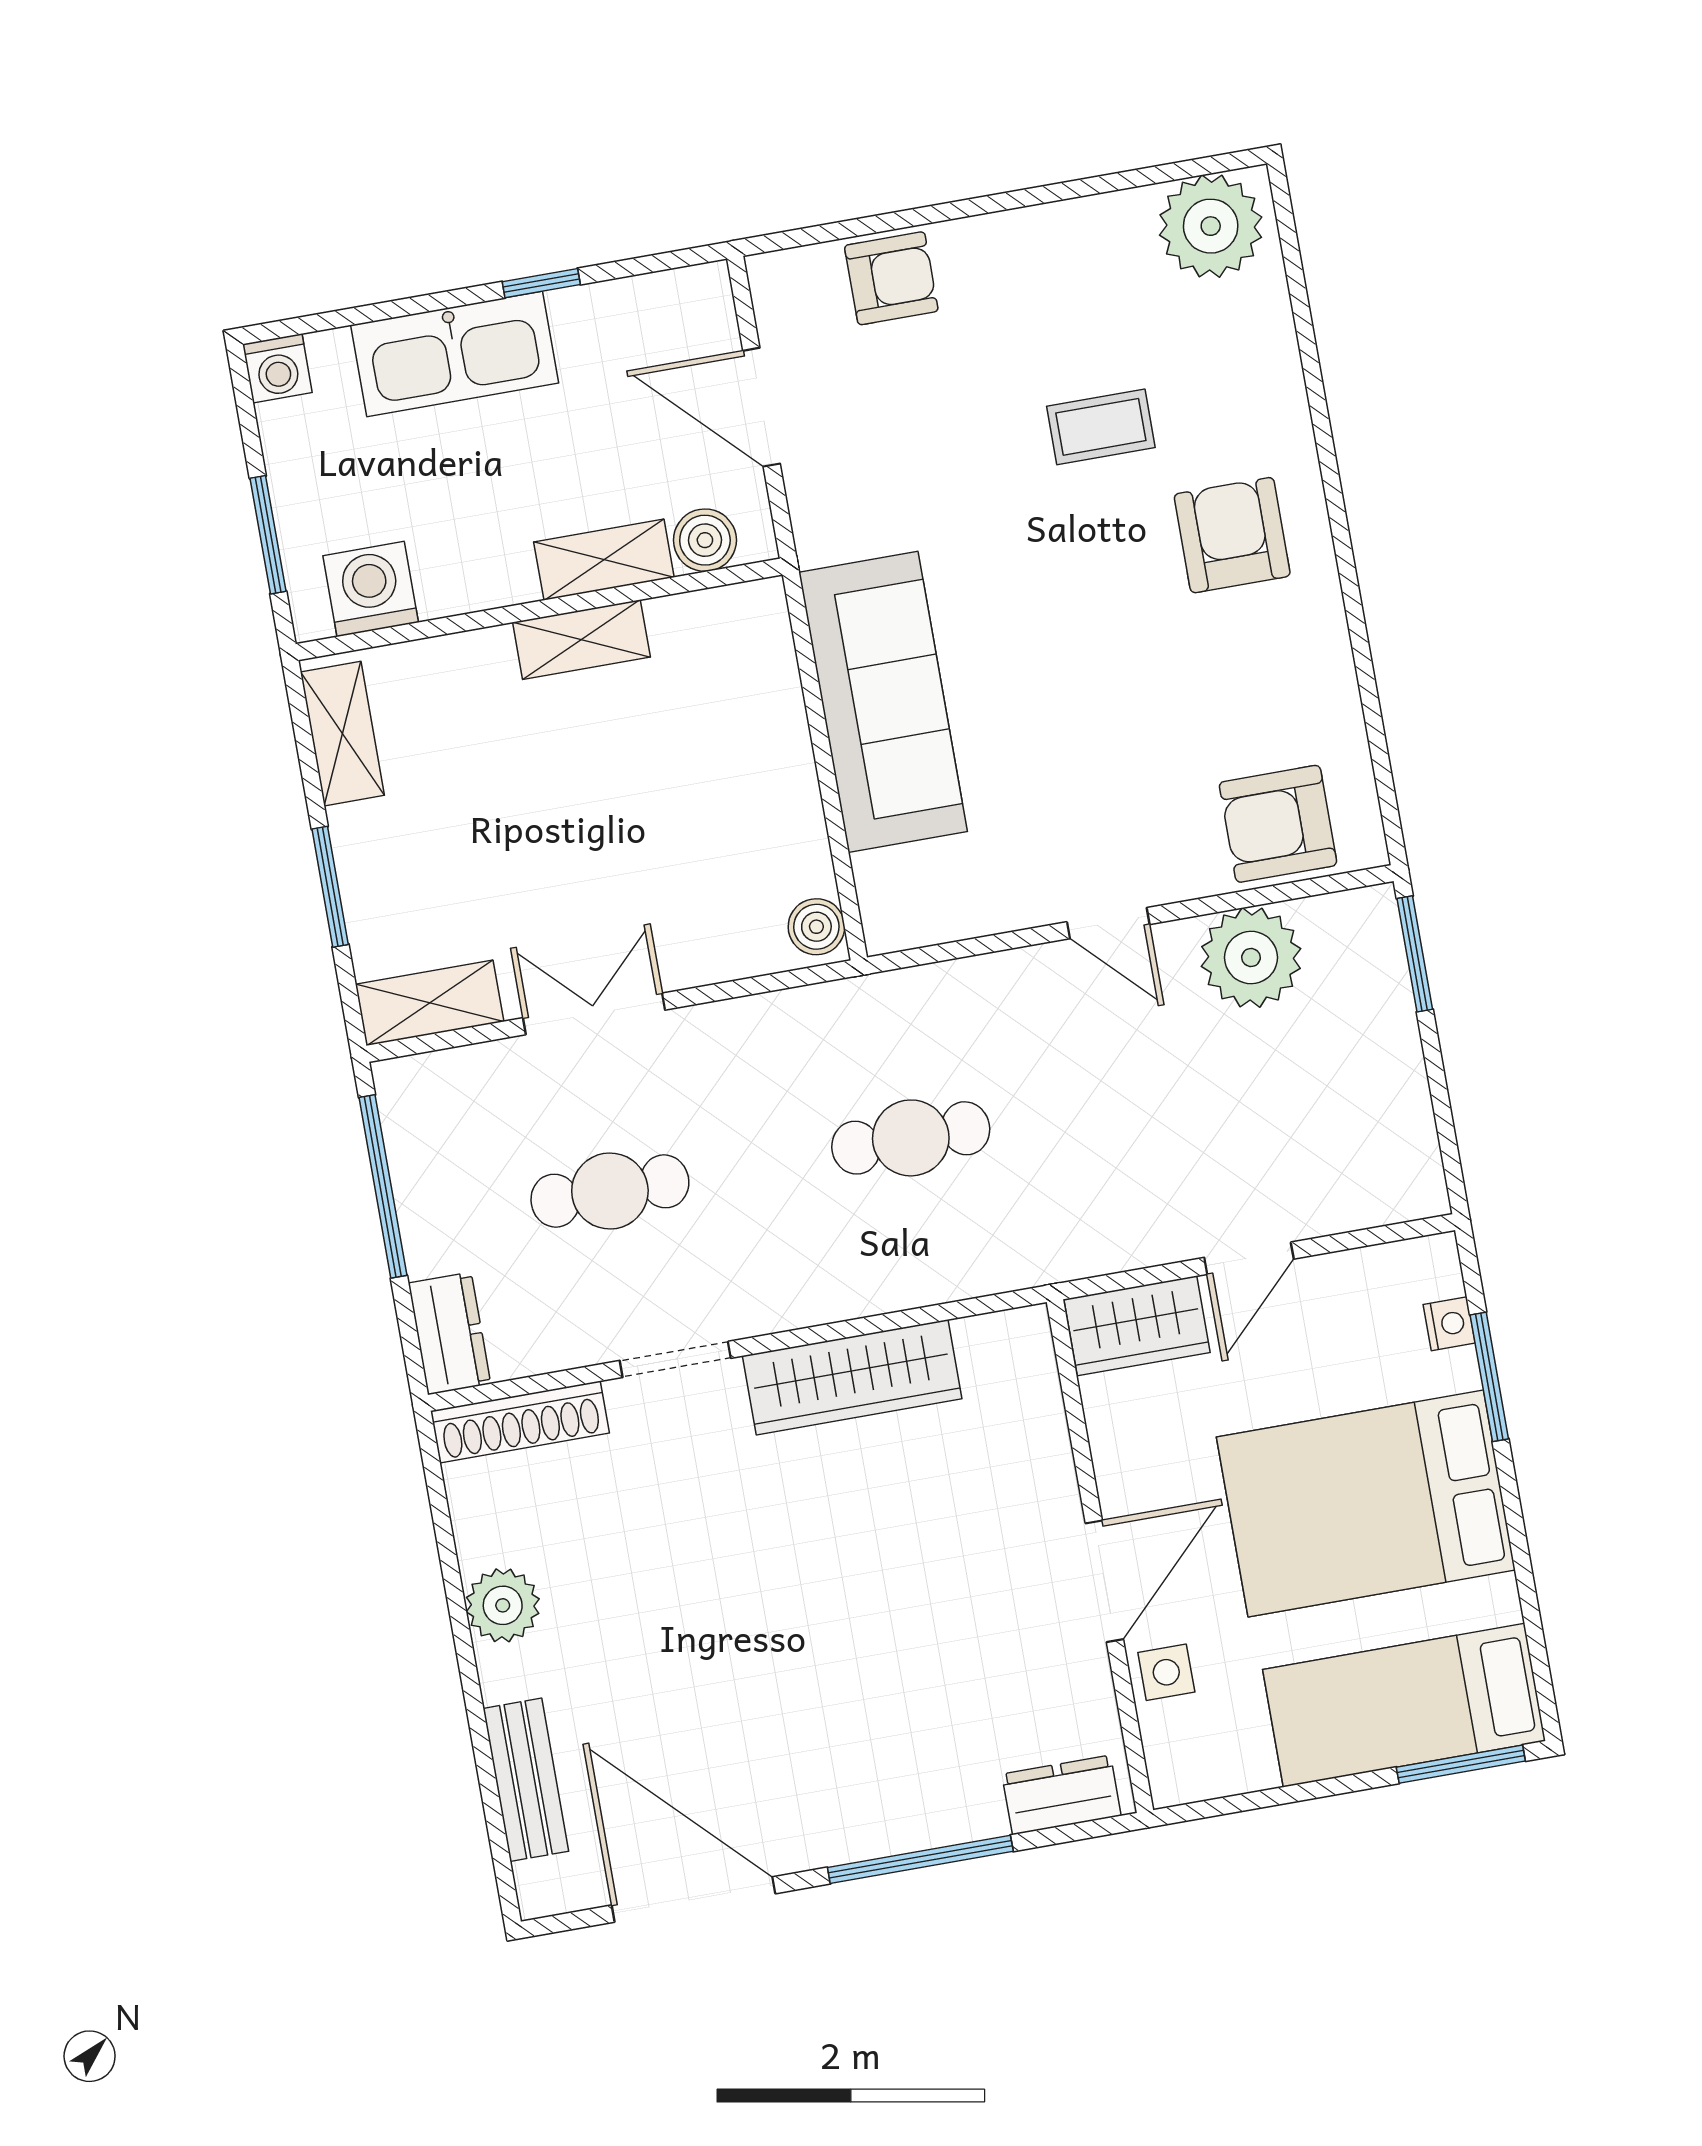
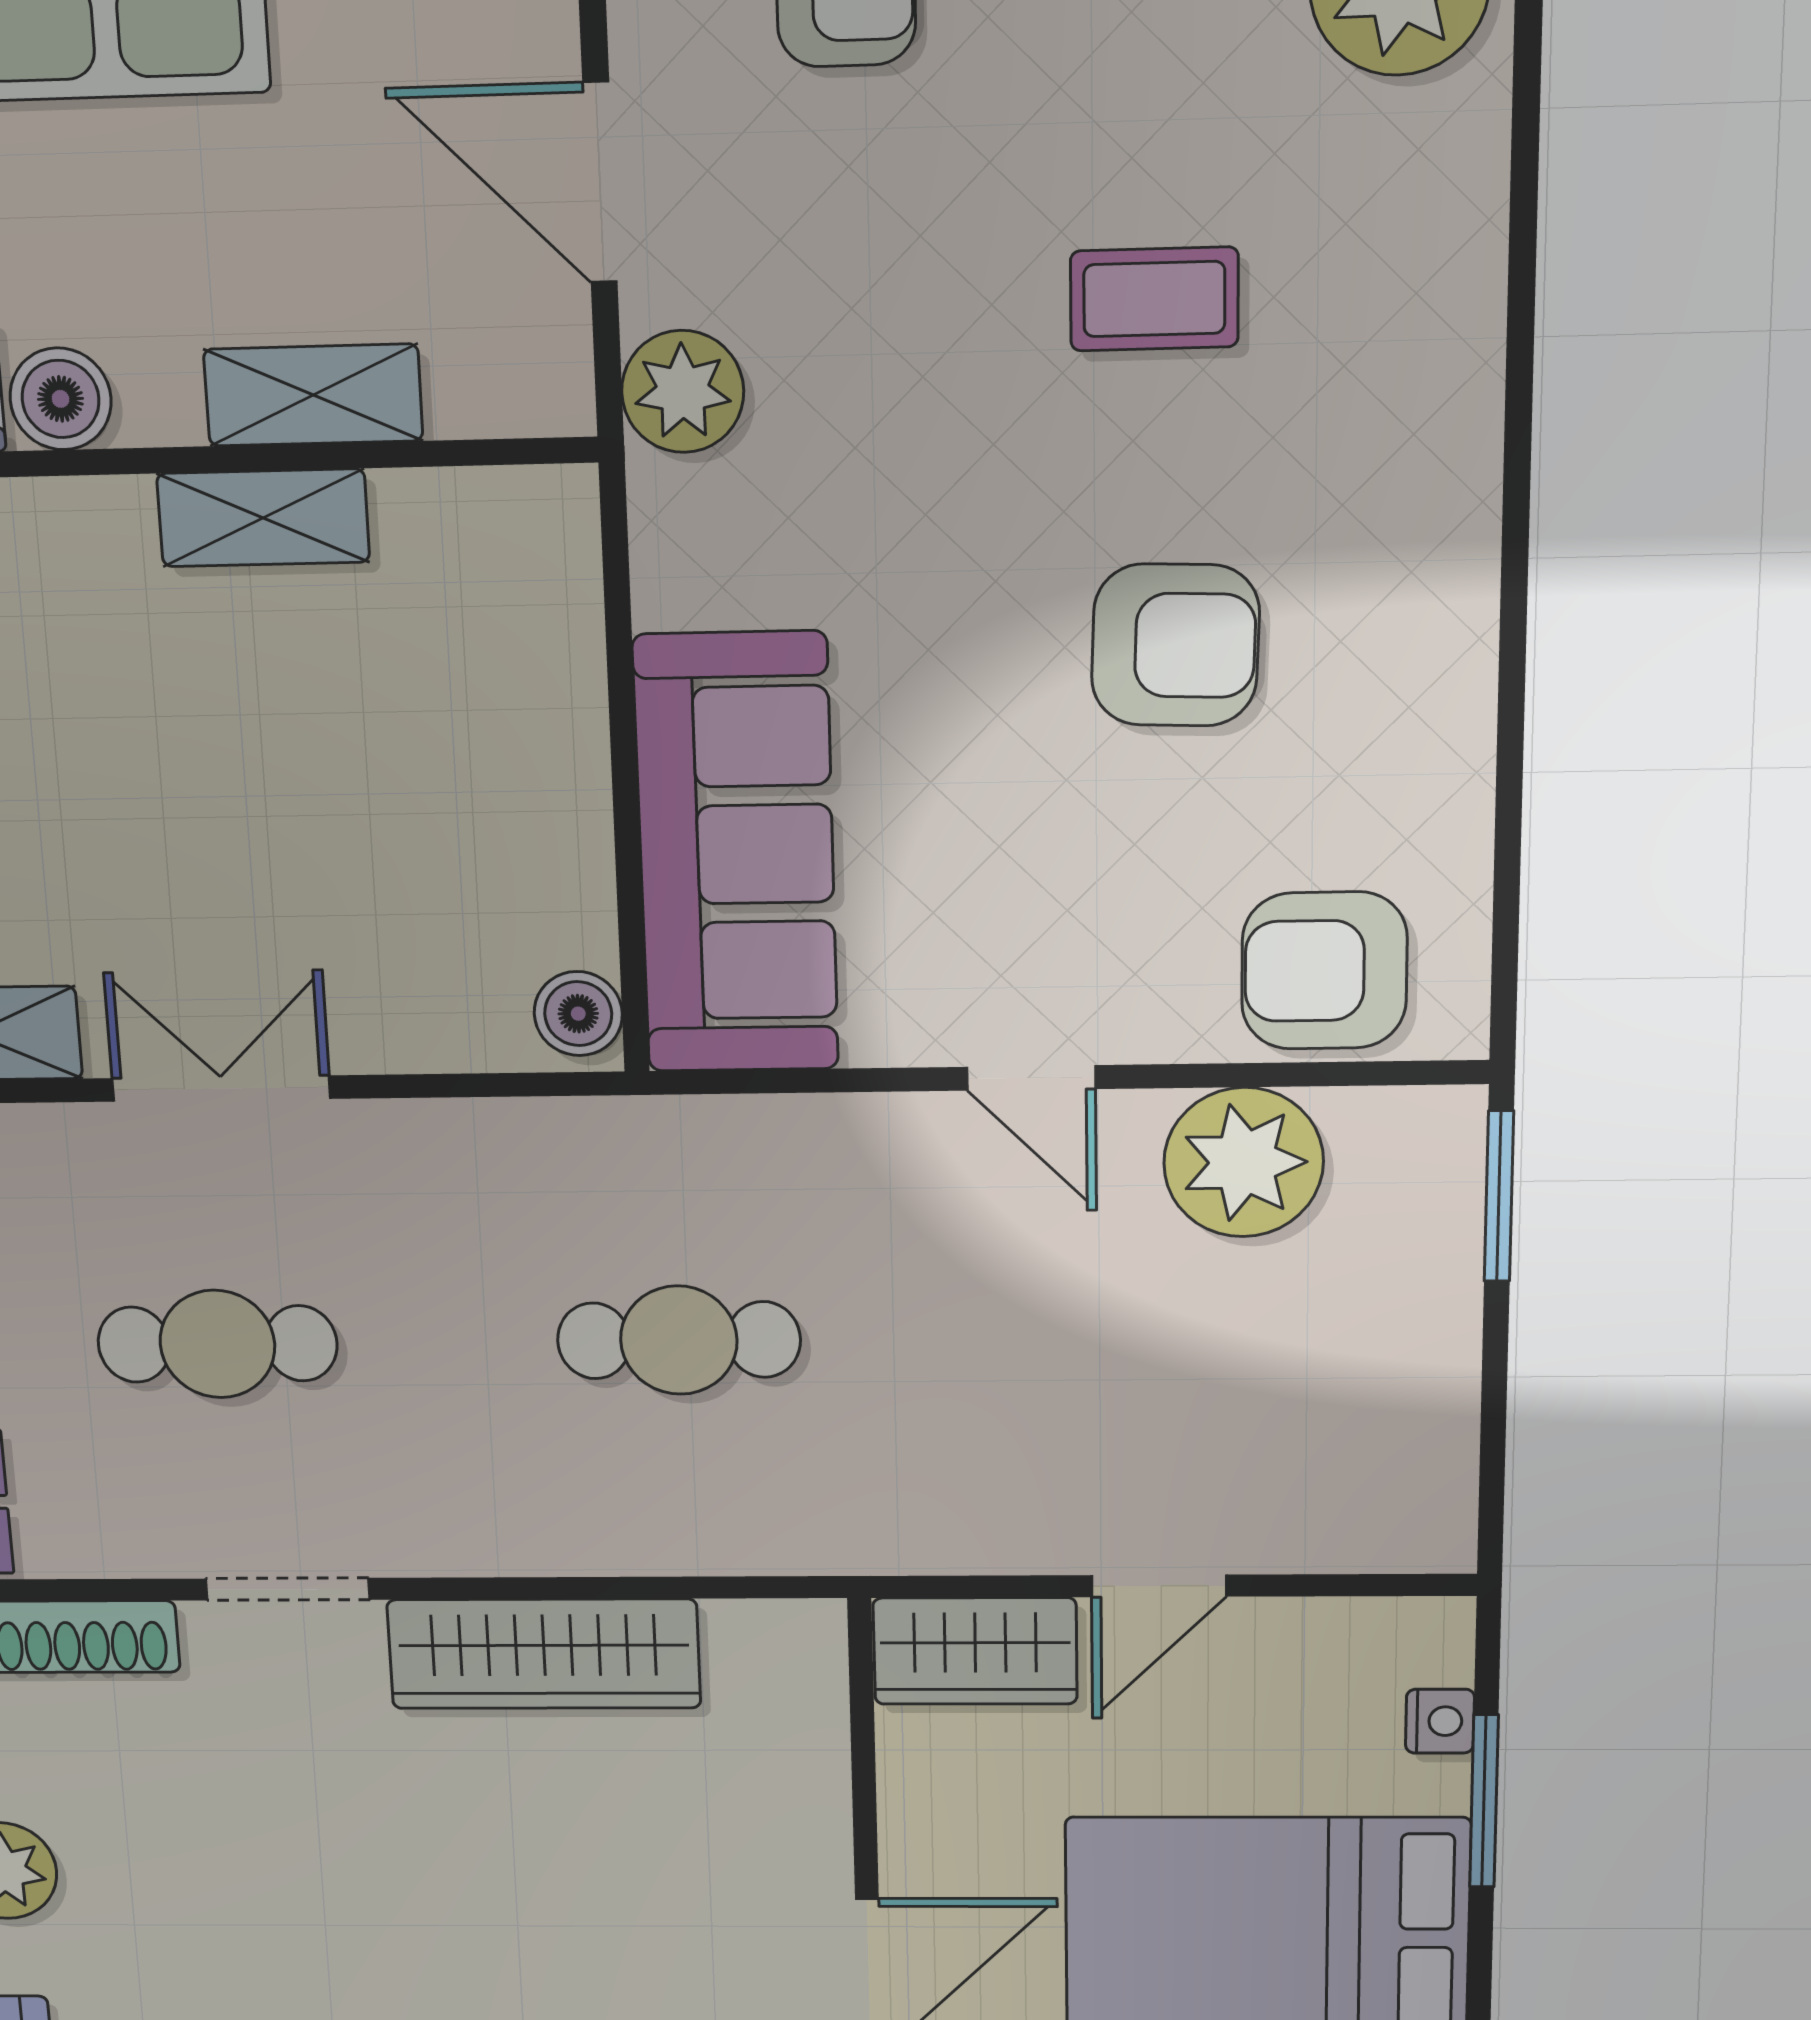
plant: (828, 524) -> (683, 392), added
armchair: (1232, 535) -> (1175, 645), moved, turned 92
boiler: (705, 540) -> (61, 399), moved
sofa: (883, 702) -> (736, 854), moved

